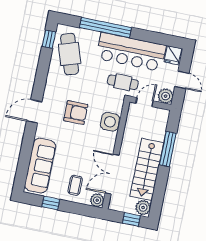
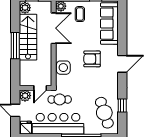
window: (49, 39) -> (122, 106), moved
armchair: (76, 113) -> (92, 59), moved
window: (168, 149) -> (15, 46), moved

